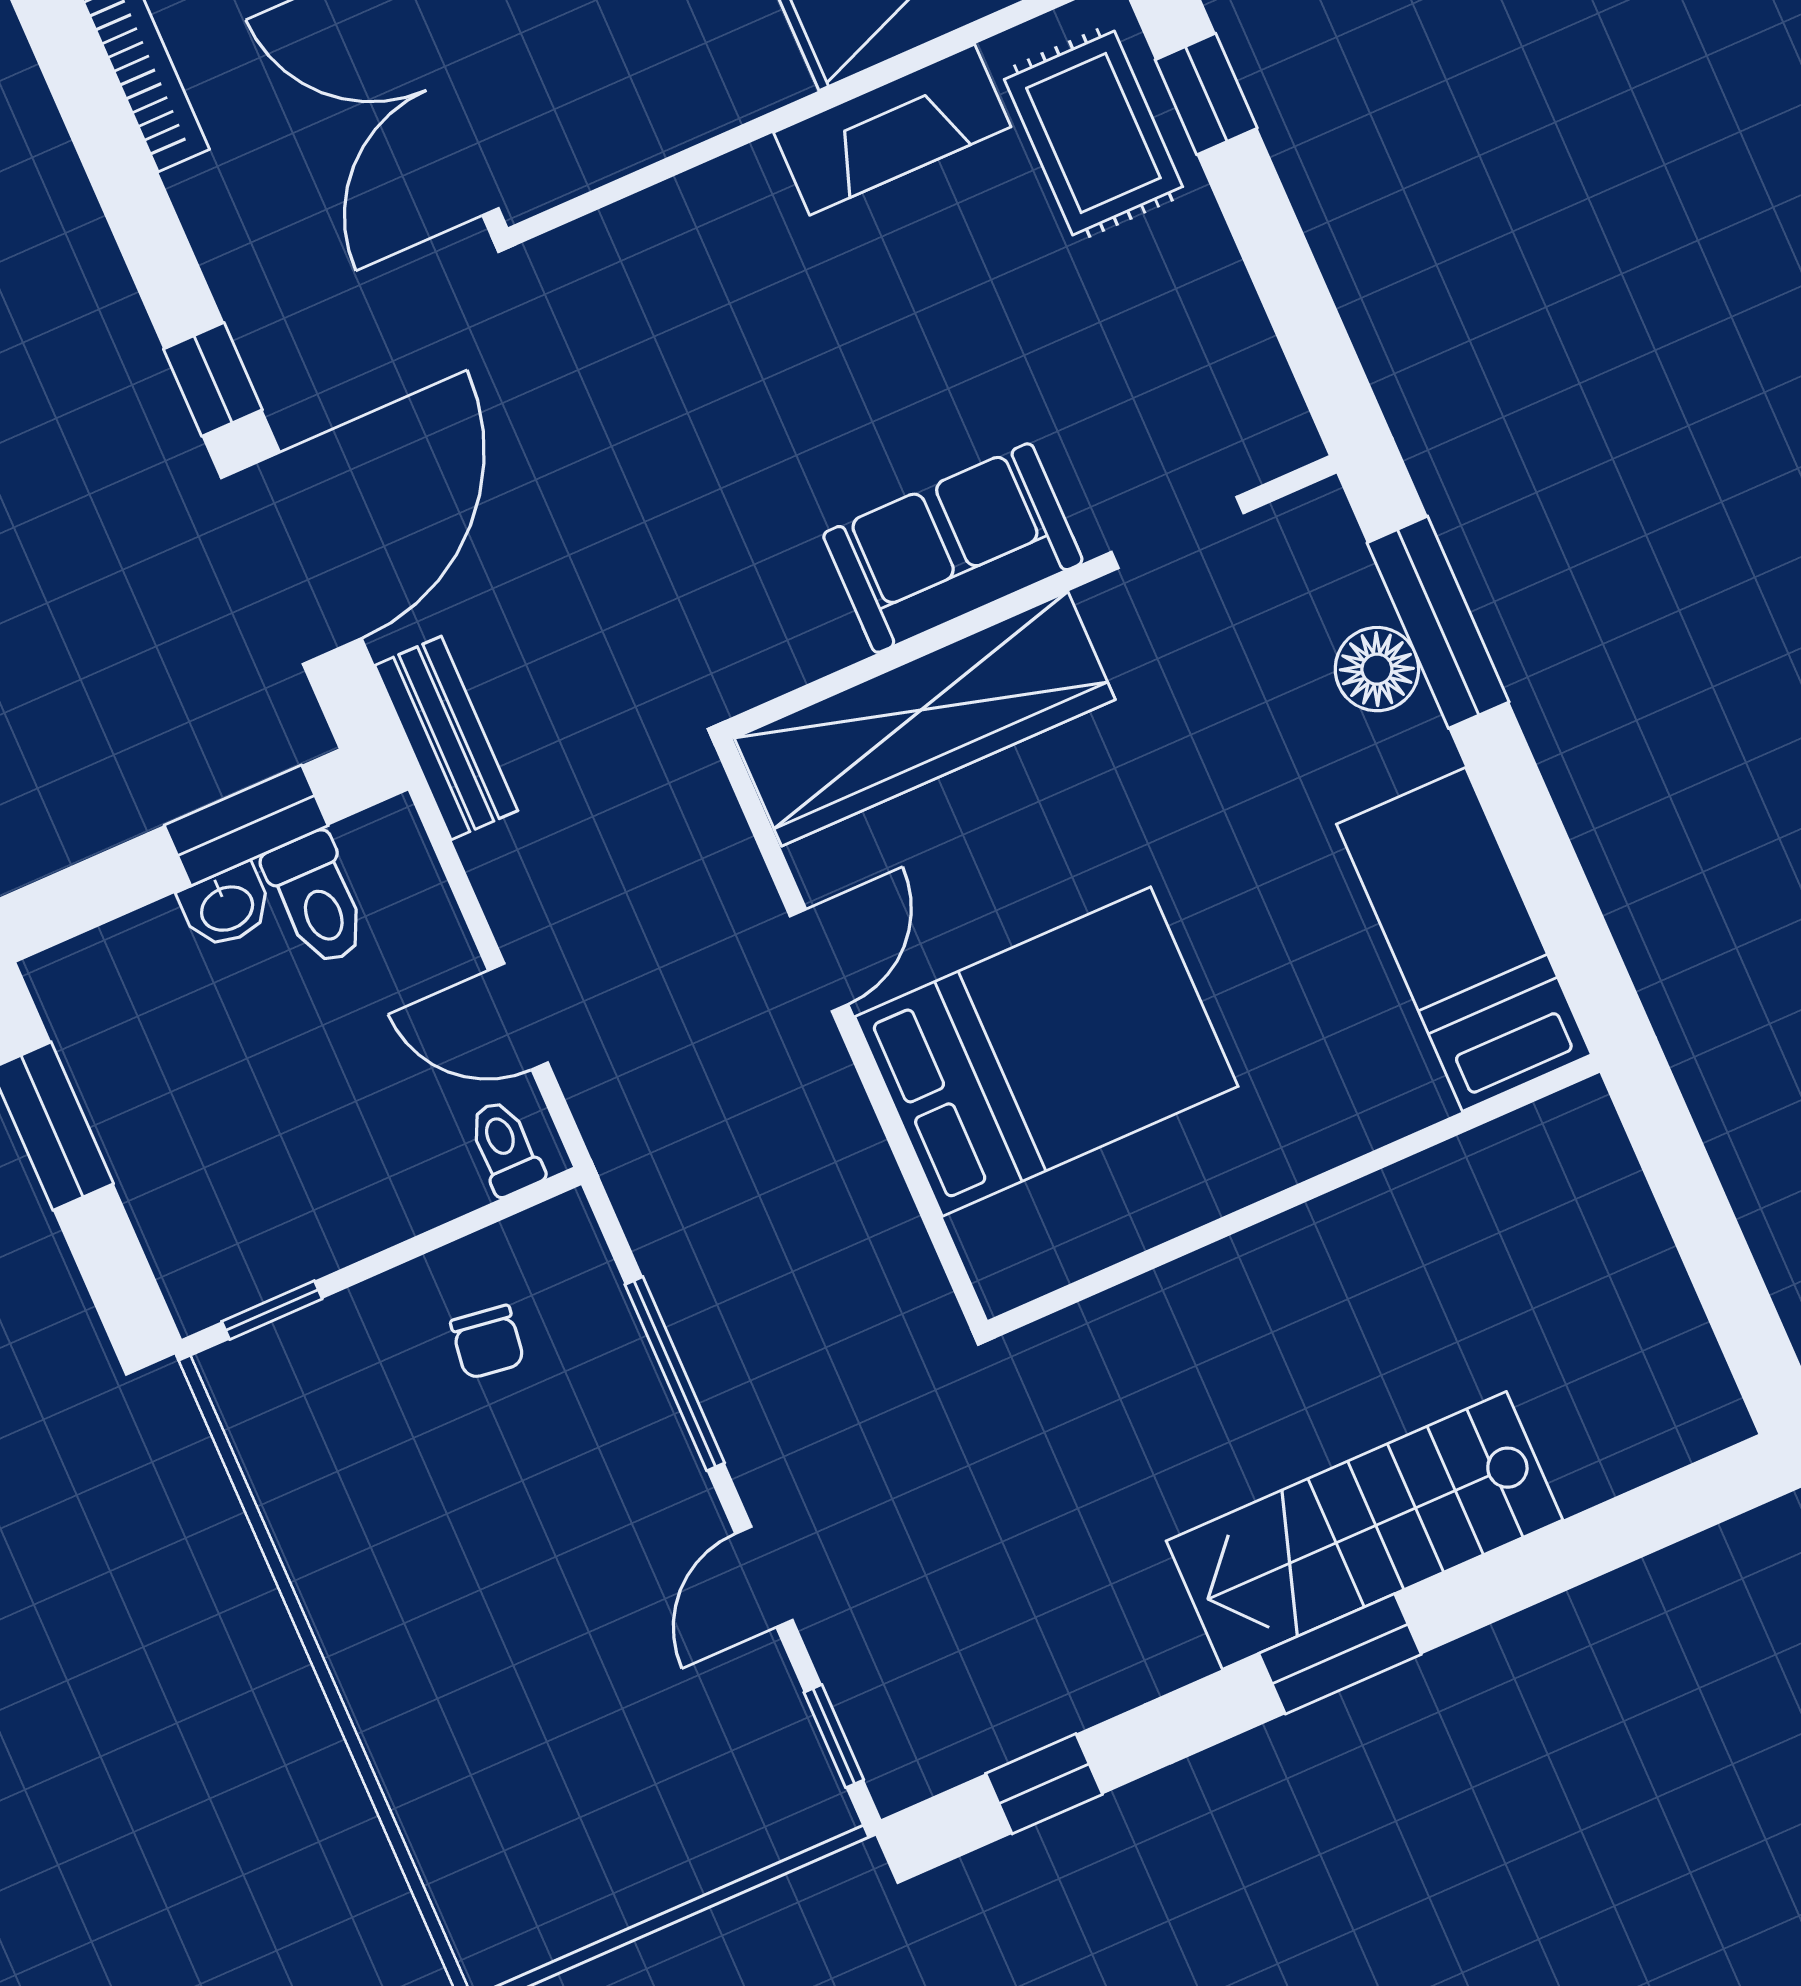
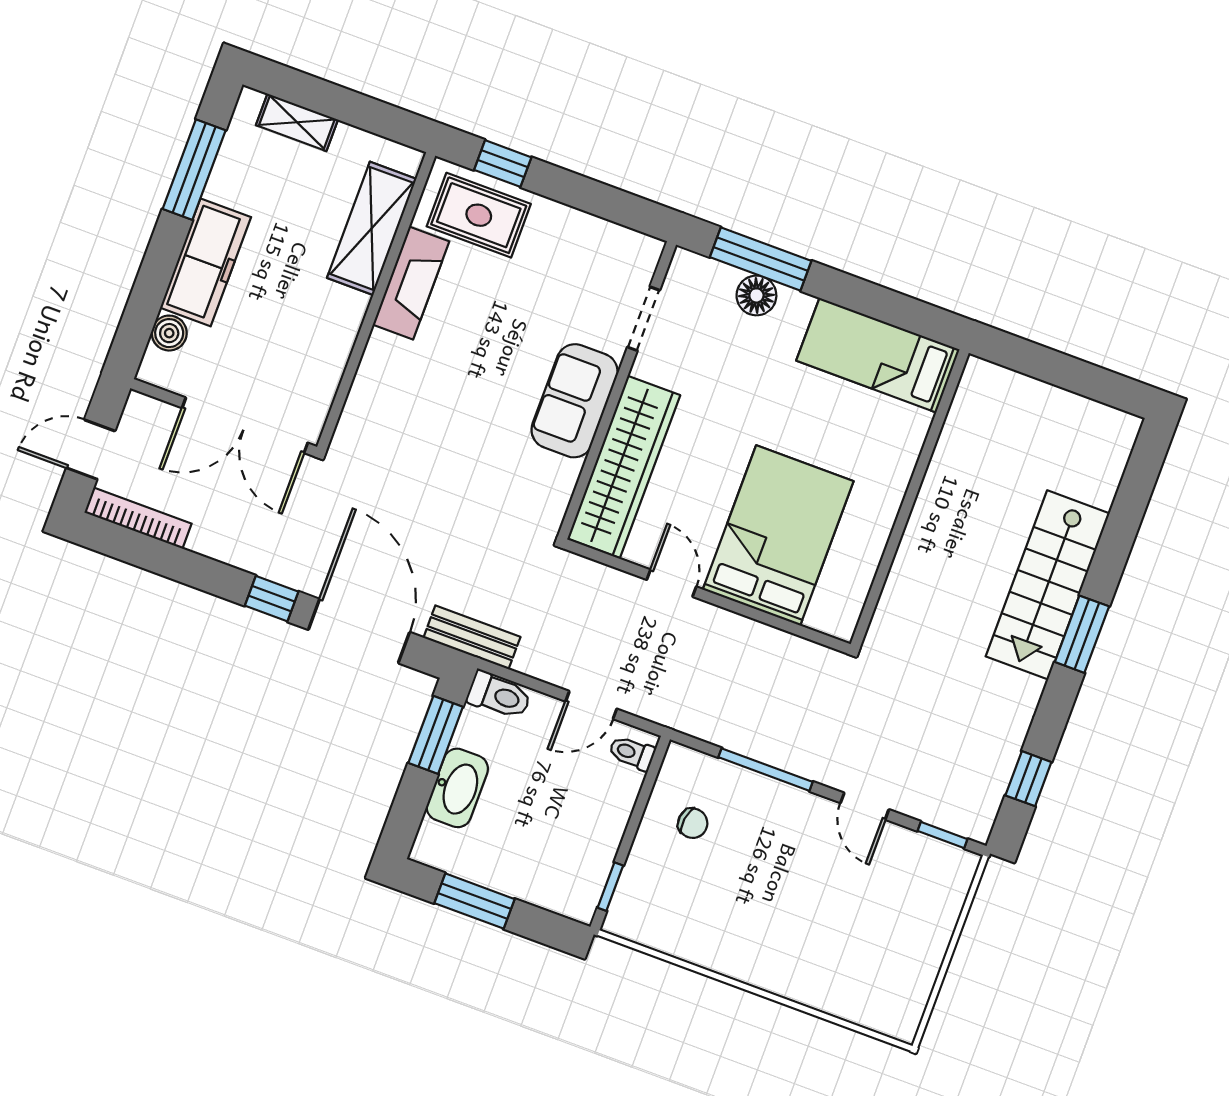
toilet: (317, 899) -> (499, 695), moved
washbasin: (226, 907) -> (457, 788), width x1.91, depth x1.45

